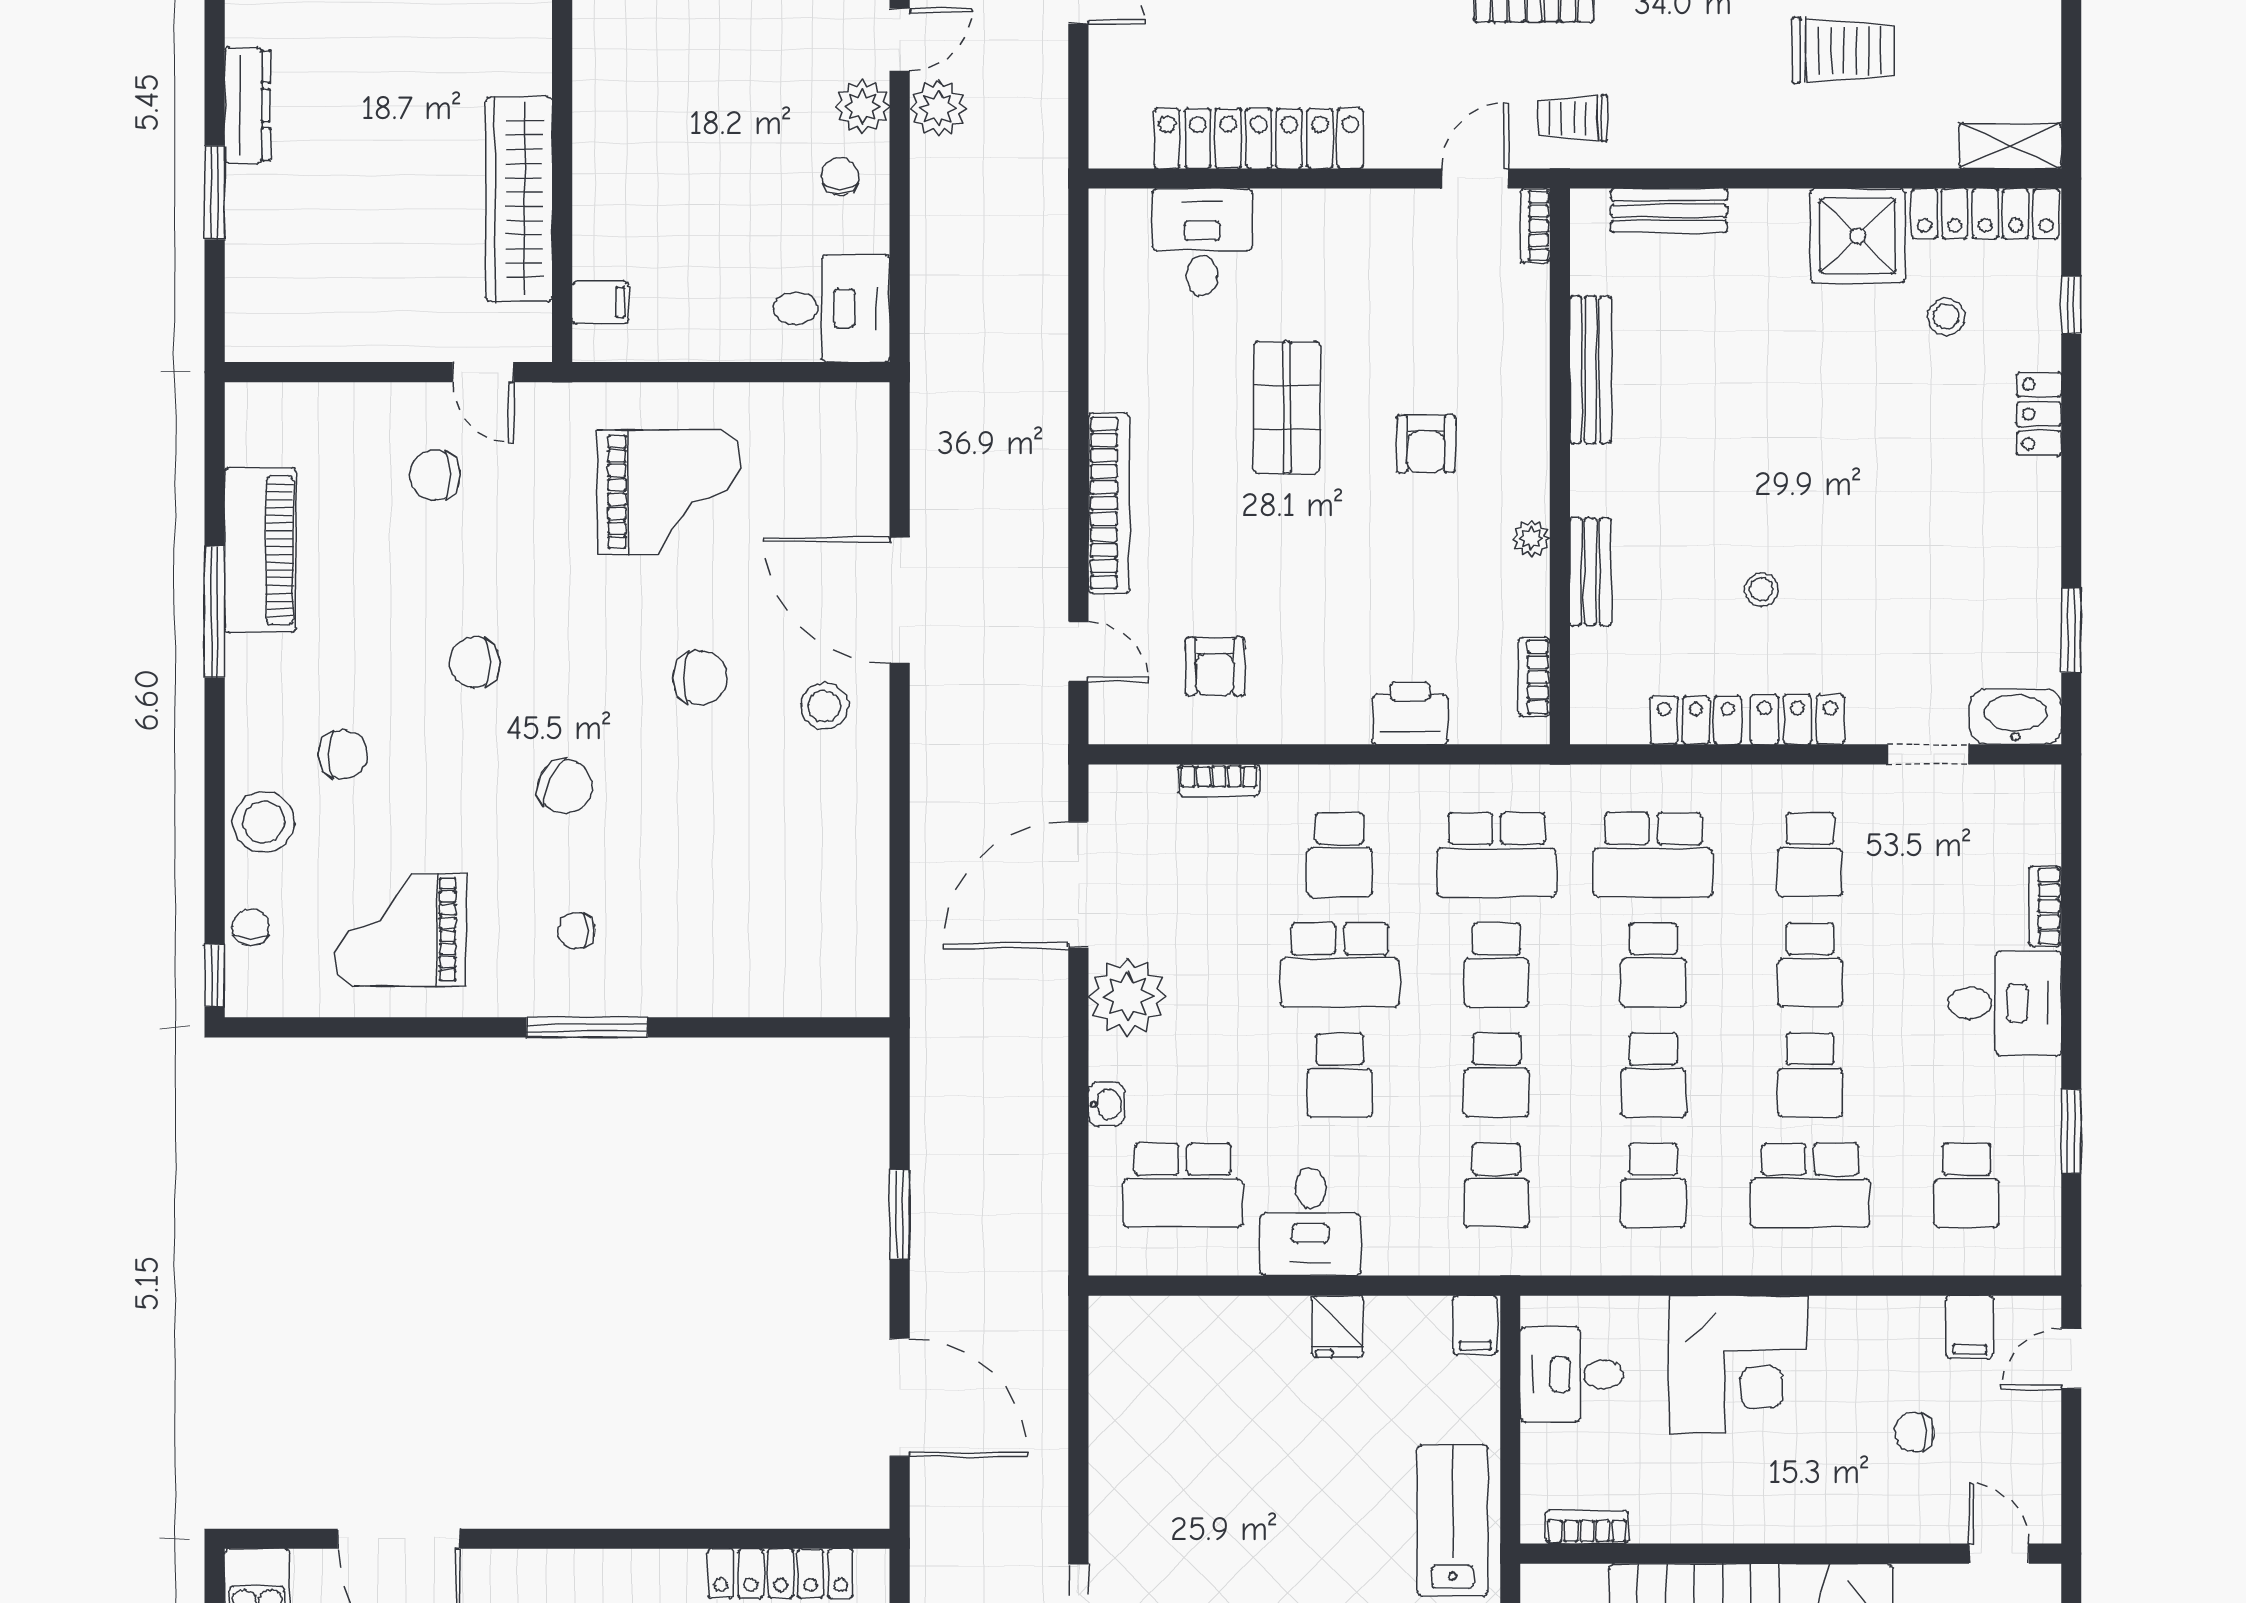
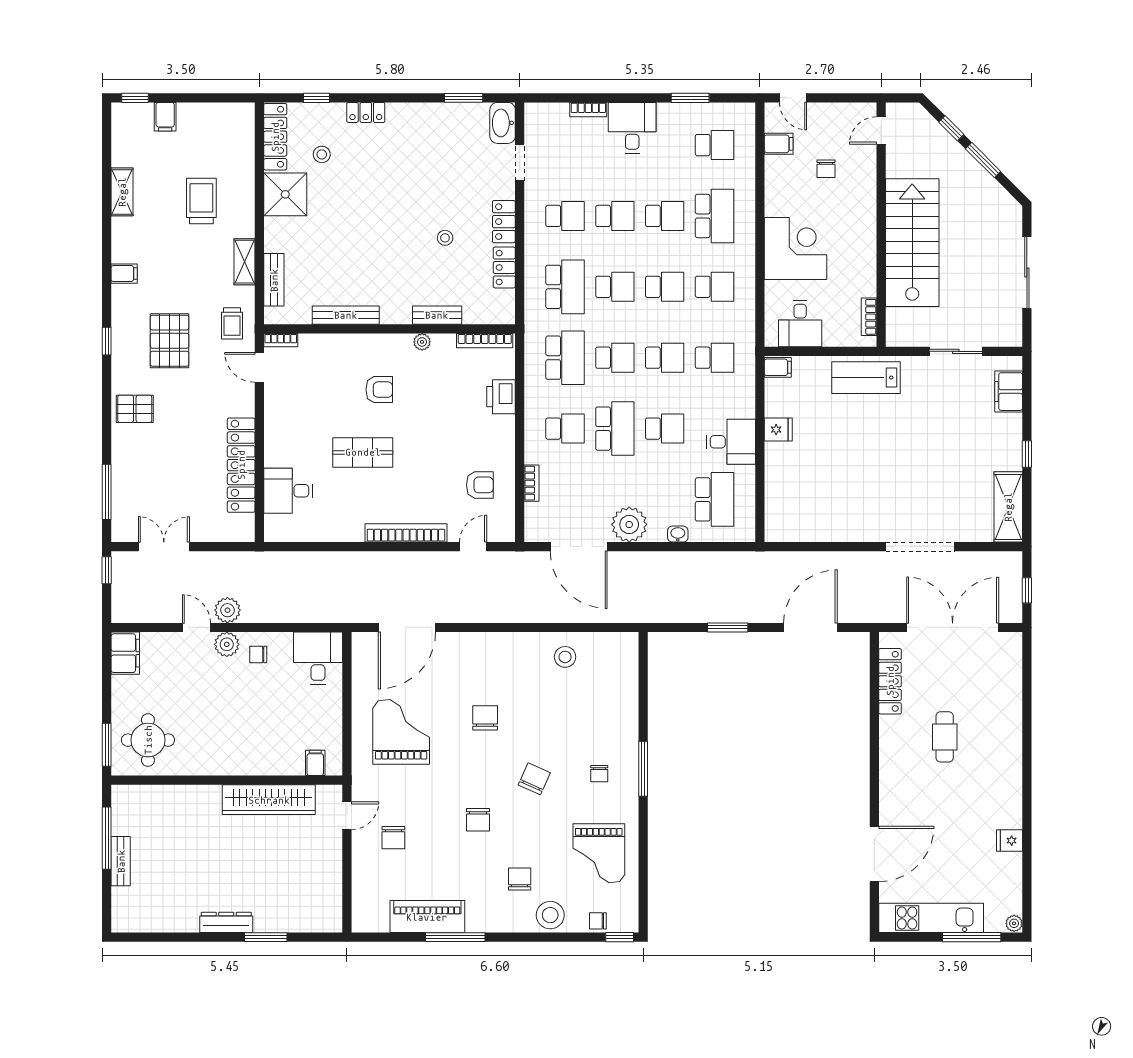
shelving: (2010, 146) -> (244, 262), moved
door: (900, 600) -> (407, 627), moved
bookcase: (1534, 677) -> (485, 341), width x1.56
stool: (825, 706) -> (565, 657), moved

